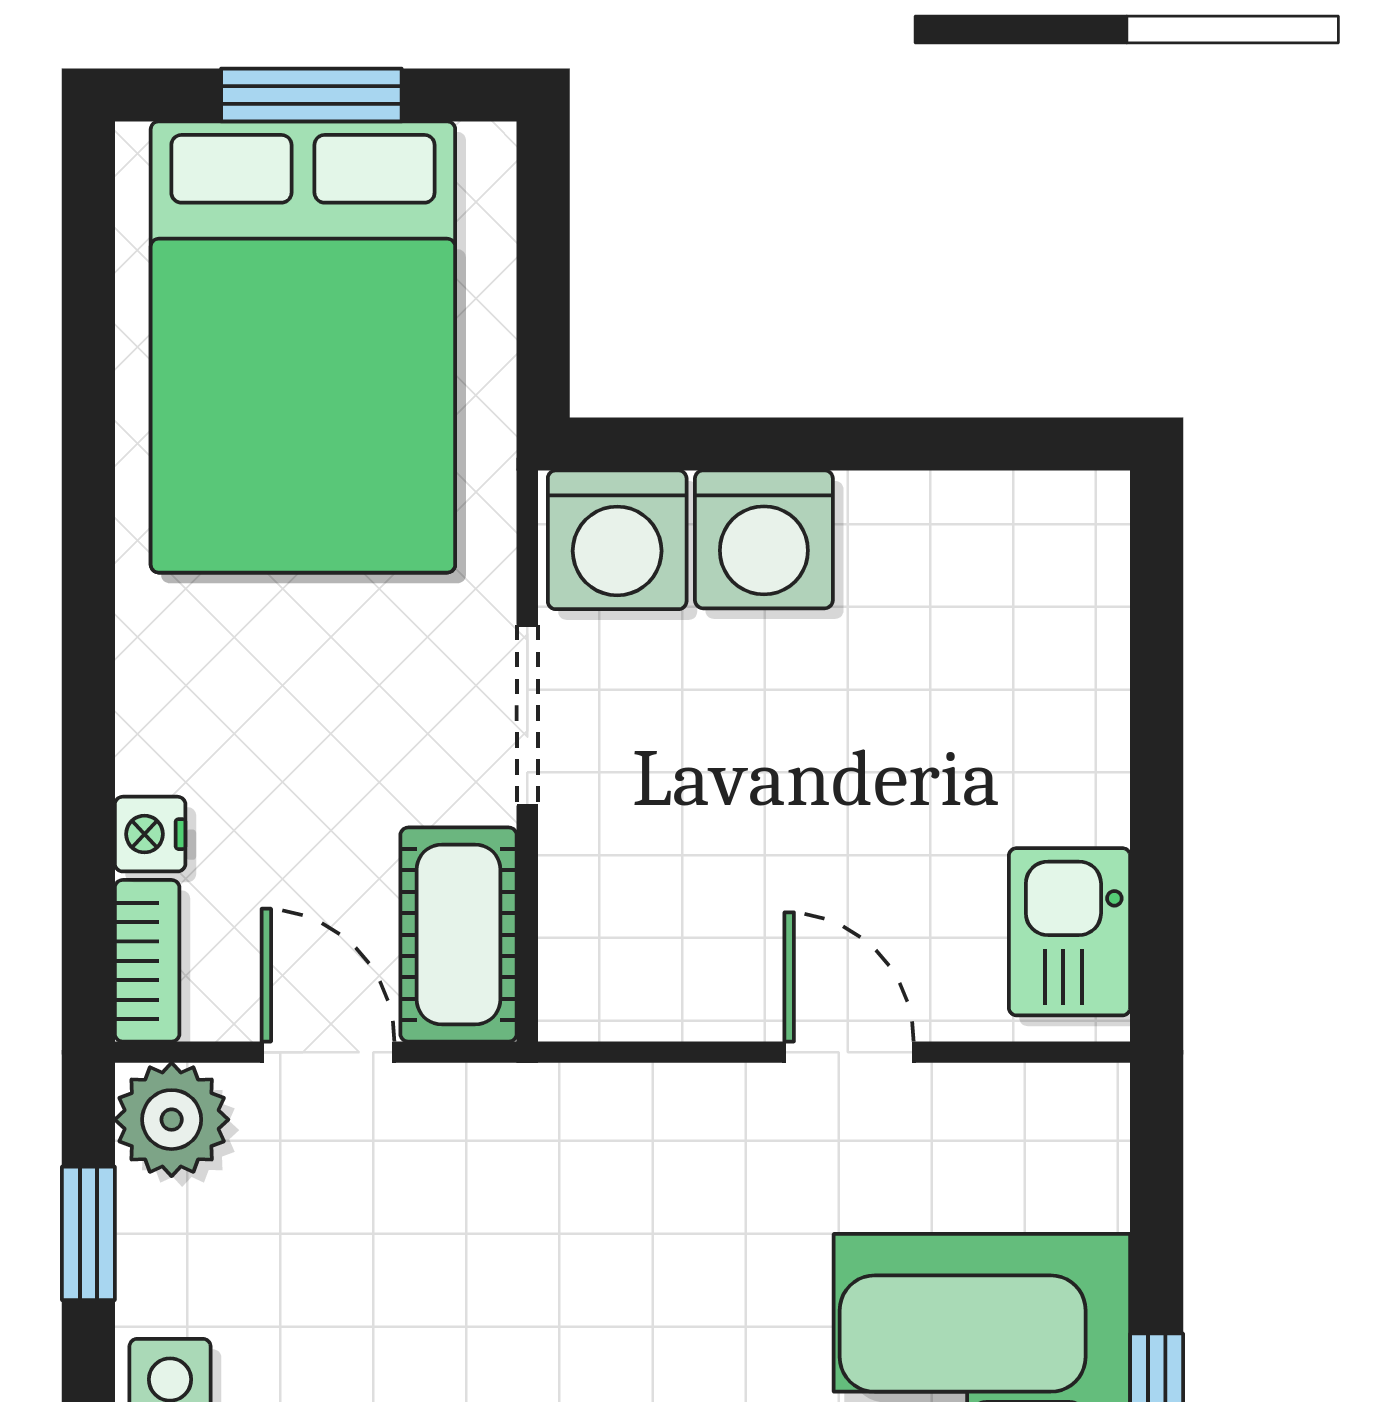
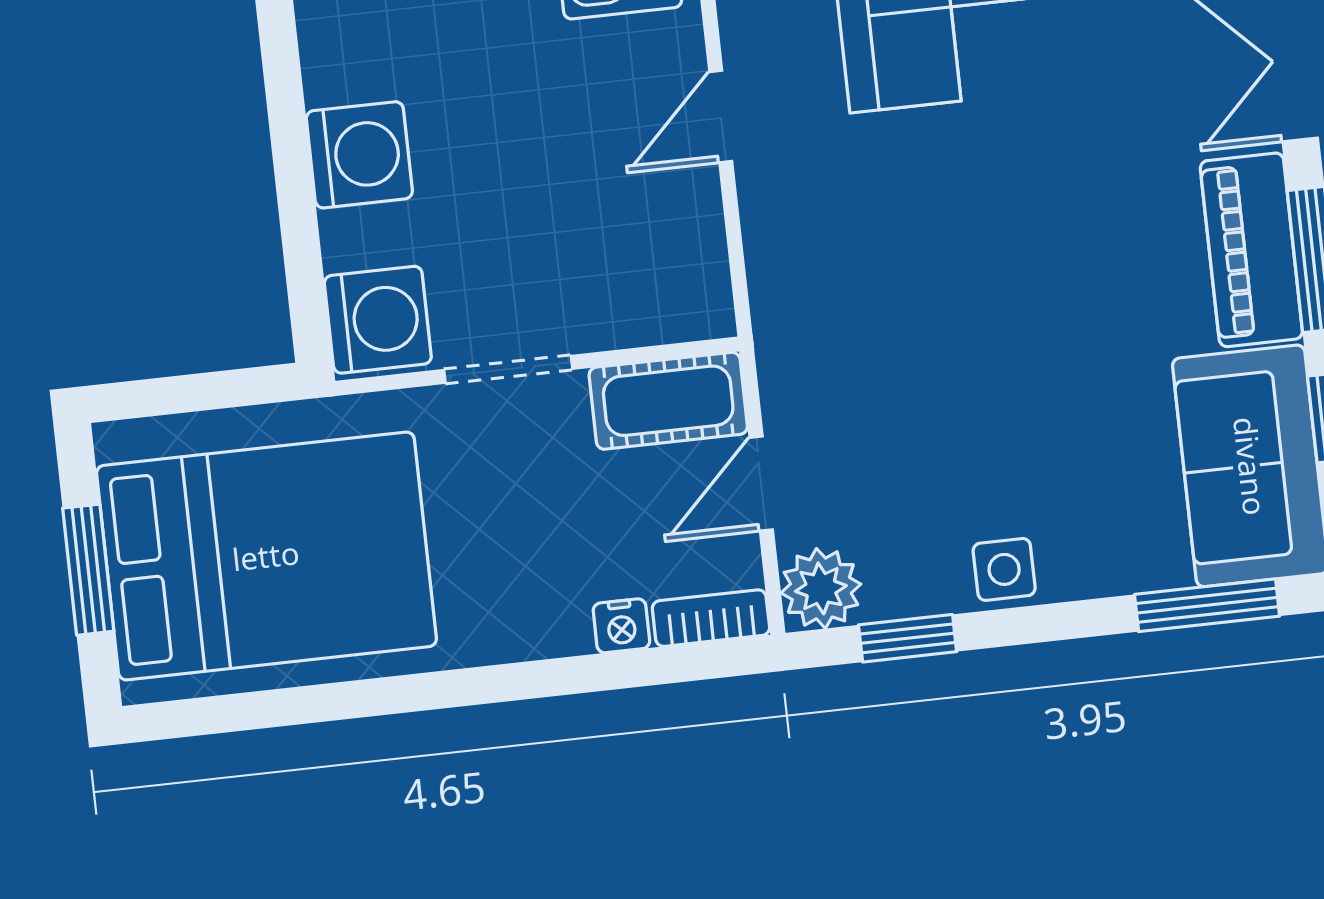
washing machine: (764, 539) -> (359, 155), moved

